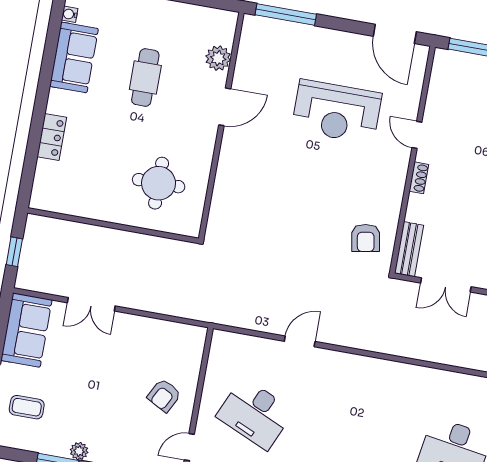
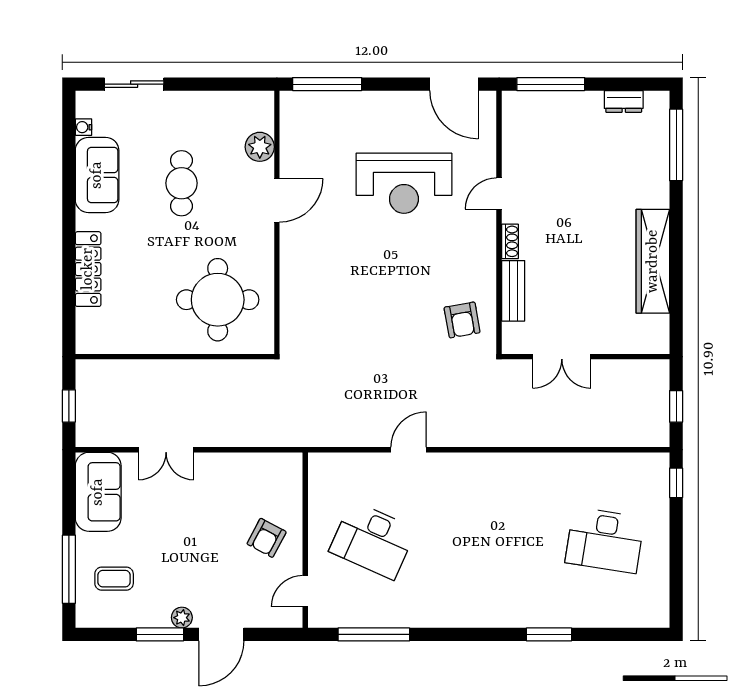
door: (417, 135) -> (499, 193), hinge flipped
locker: (52, 137) -> (88, 269), width x1.53
round table: (159, 183) -> (218, 300), width x1.36, depth x1.36
bench: (409, 249) -> (513, 291), moved

